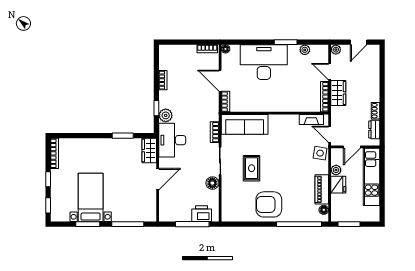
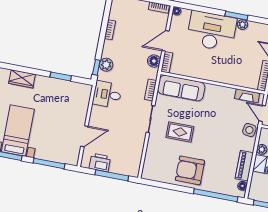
plant: (305, 50) -> (242, 25), moved
door: (220, 81) -> (165, 41), hinge flipped
window: (156, 108) -> (96, 67), moved
desk: (172, 140) -> (107, 94), width x0.73
wardrobe: (149, 151) -> (22, 79), moved, turned -90
rug: (252, 168) -> (180, 132), turned 90
door: (158, 179) -> (84, 136), moved
floor lamp: (212, 183) -> (154, 61), moved
printer: (202, 214) -> (100, 163), moved

